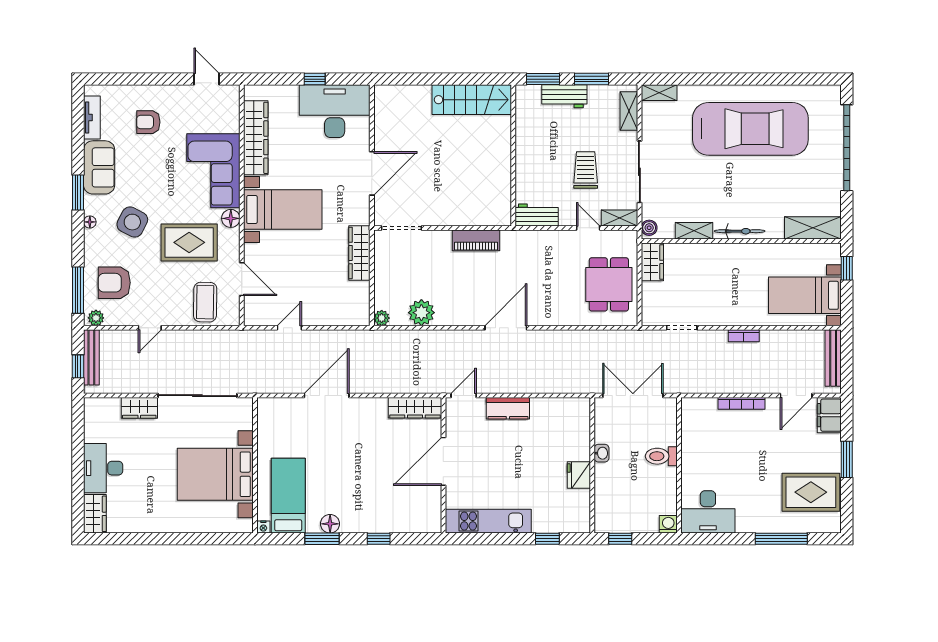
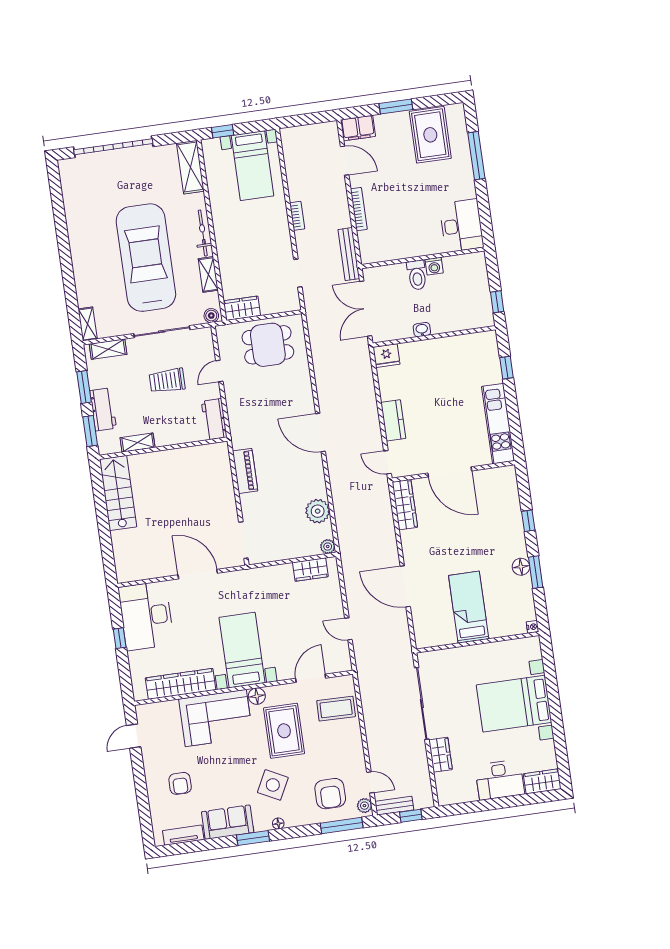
car: (750, 129) -> (146, 258), moved
shelving: (619, 218) -> (138, 443), moved, turned 90
wardrobe: (359, 253) -> (310, 570), moved, width x0.67
door: (150, 328) -> (370, 782), moved
bench: (91, 357) -> (394, 806), width x0.73
bench: (833, 358) -> (349, 254), moved, turned 90
bed with nightstands: (215, 474) -> (514, 704), moved, turned 90
fridge: (579, 475) -> (386, 356), moved
bed: (288, 496) -> (469, 607), moved, turned 90
washing machine: (668, 524) -> (434, 266), moved, turned -90

